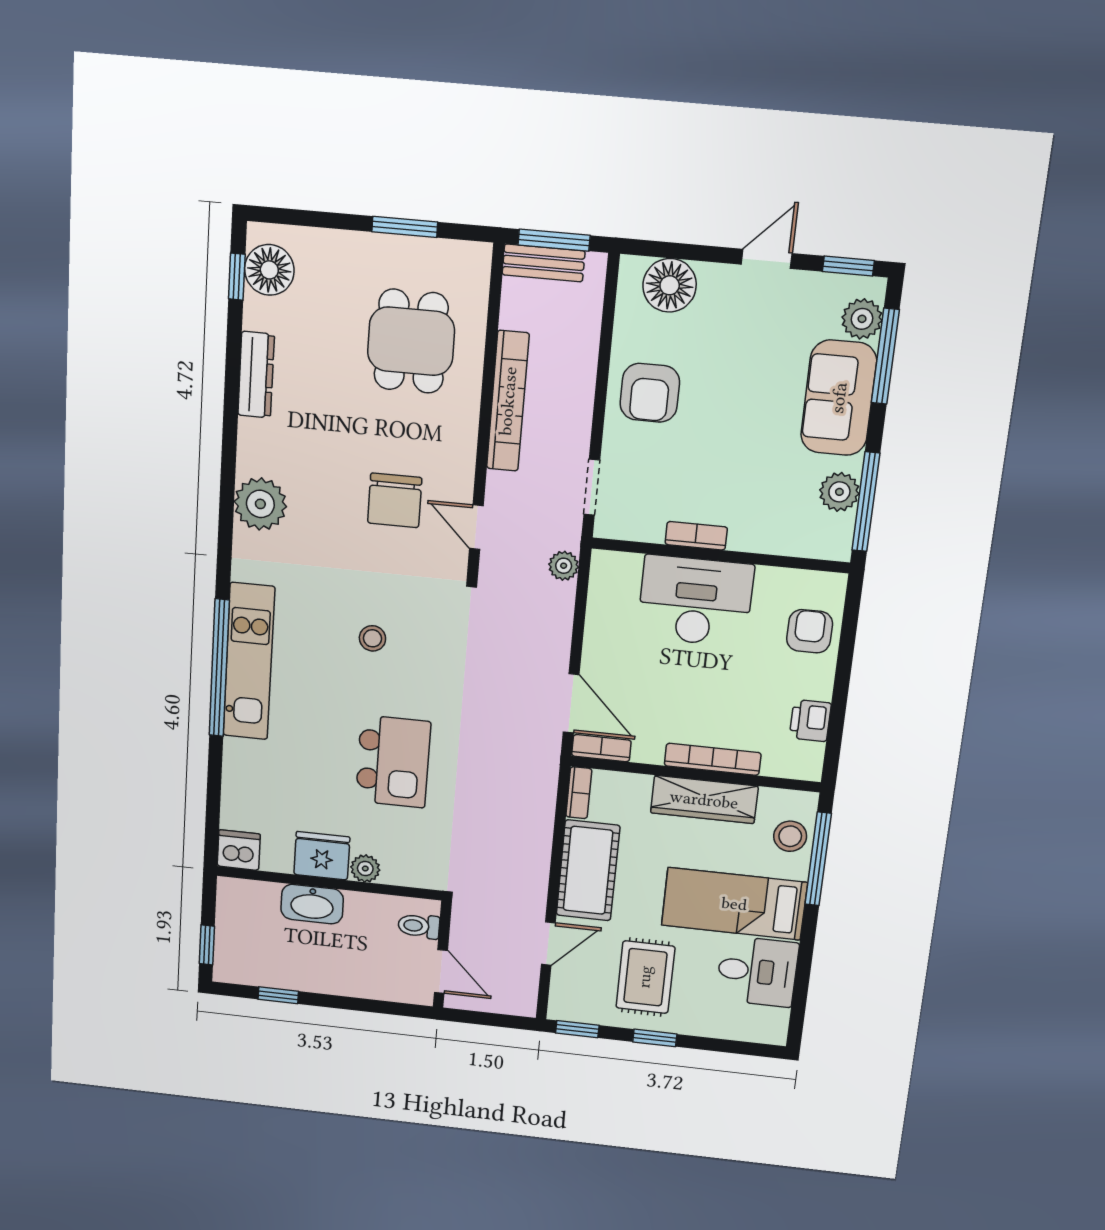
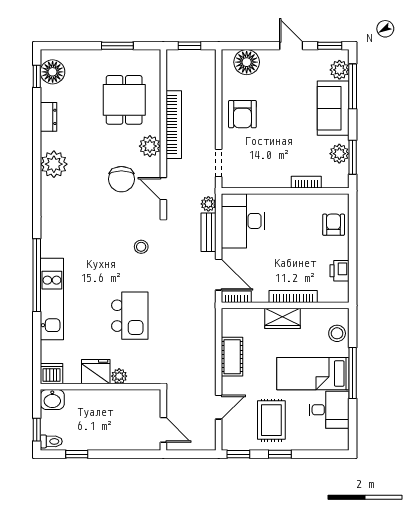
window: (554, 240) -> (189, 46), width x0.67
door: (767, 259) -> (291, 46), hinge flipped
bench: (544, 263) -> (209, 232), moved, turned 90
dresser: (256, 375) -> (49, 117), width x0.70
plant: (456, 440) -> (150, 146), added
window: (866, 502) -> (353, 157), width x0.69
plant: (260, 504) -> (54, 164), moved
bookcase: (696, 536) -> (306, 182), moved
desk: (695, 601) -> (243, 221), moved, turned -90
stool: (372, 638) -> (141, 247), moved
kitchen unit: (249, 661) -> (52, 299), moved
bookcase: (579, 793) -> (227, 322), removed
wardrobe: (704, 800) -> (282, 318), width x0.67
window: (818, 859) -> (353, 373), moved
cot: (588, 870) -> (232, 357), width x0.73, depth x0.75
washbasin: (312, 904) -> (52, 400), moved, width x0.72
toilet: (419, 926) -> (51, 441), moved, turned 180

